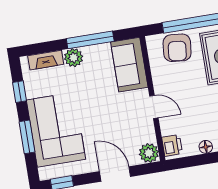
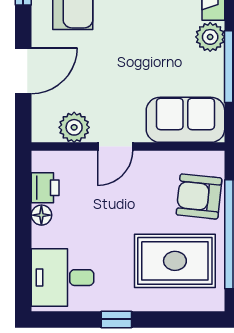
printer: (172, 145) -> (45, 188), moved, turned -90
plant: (149, 153) -> (74, 127), moved

